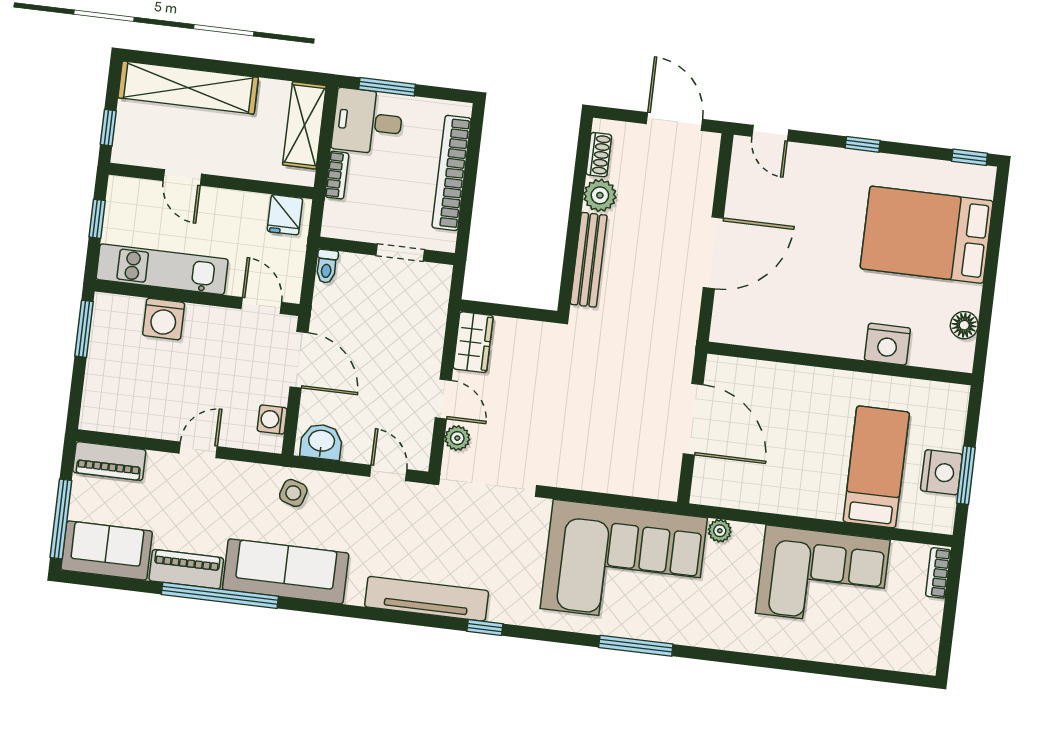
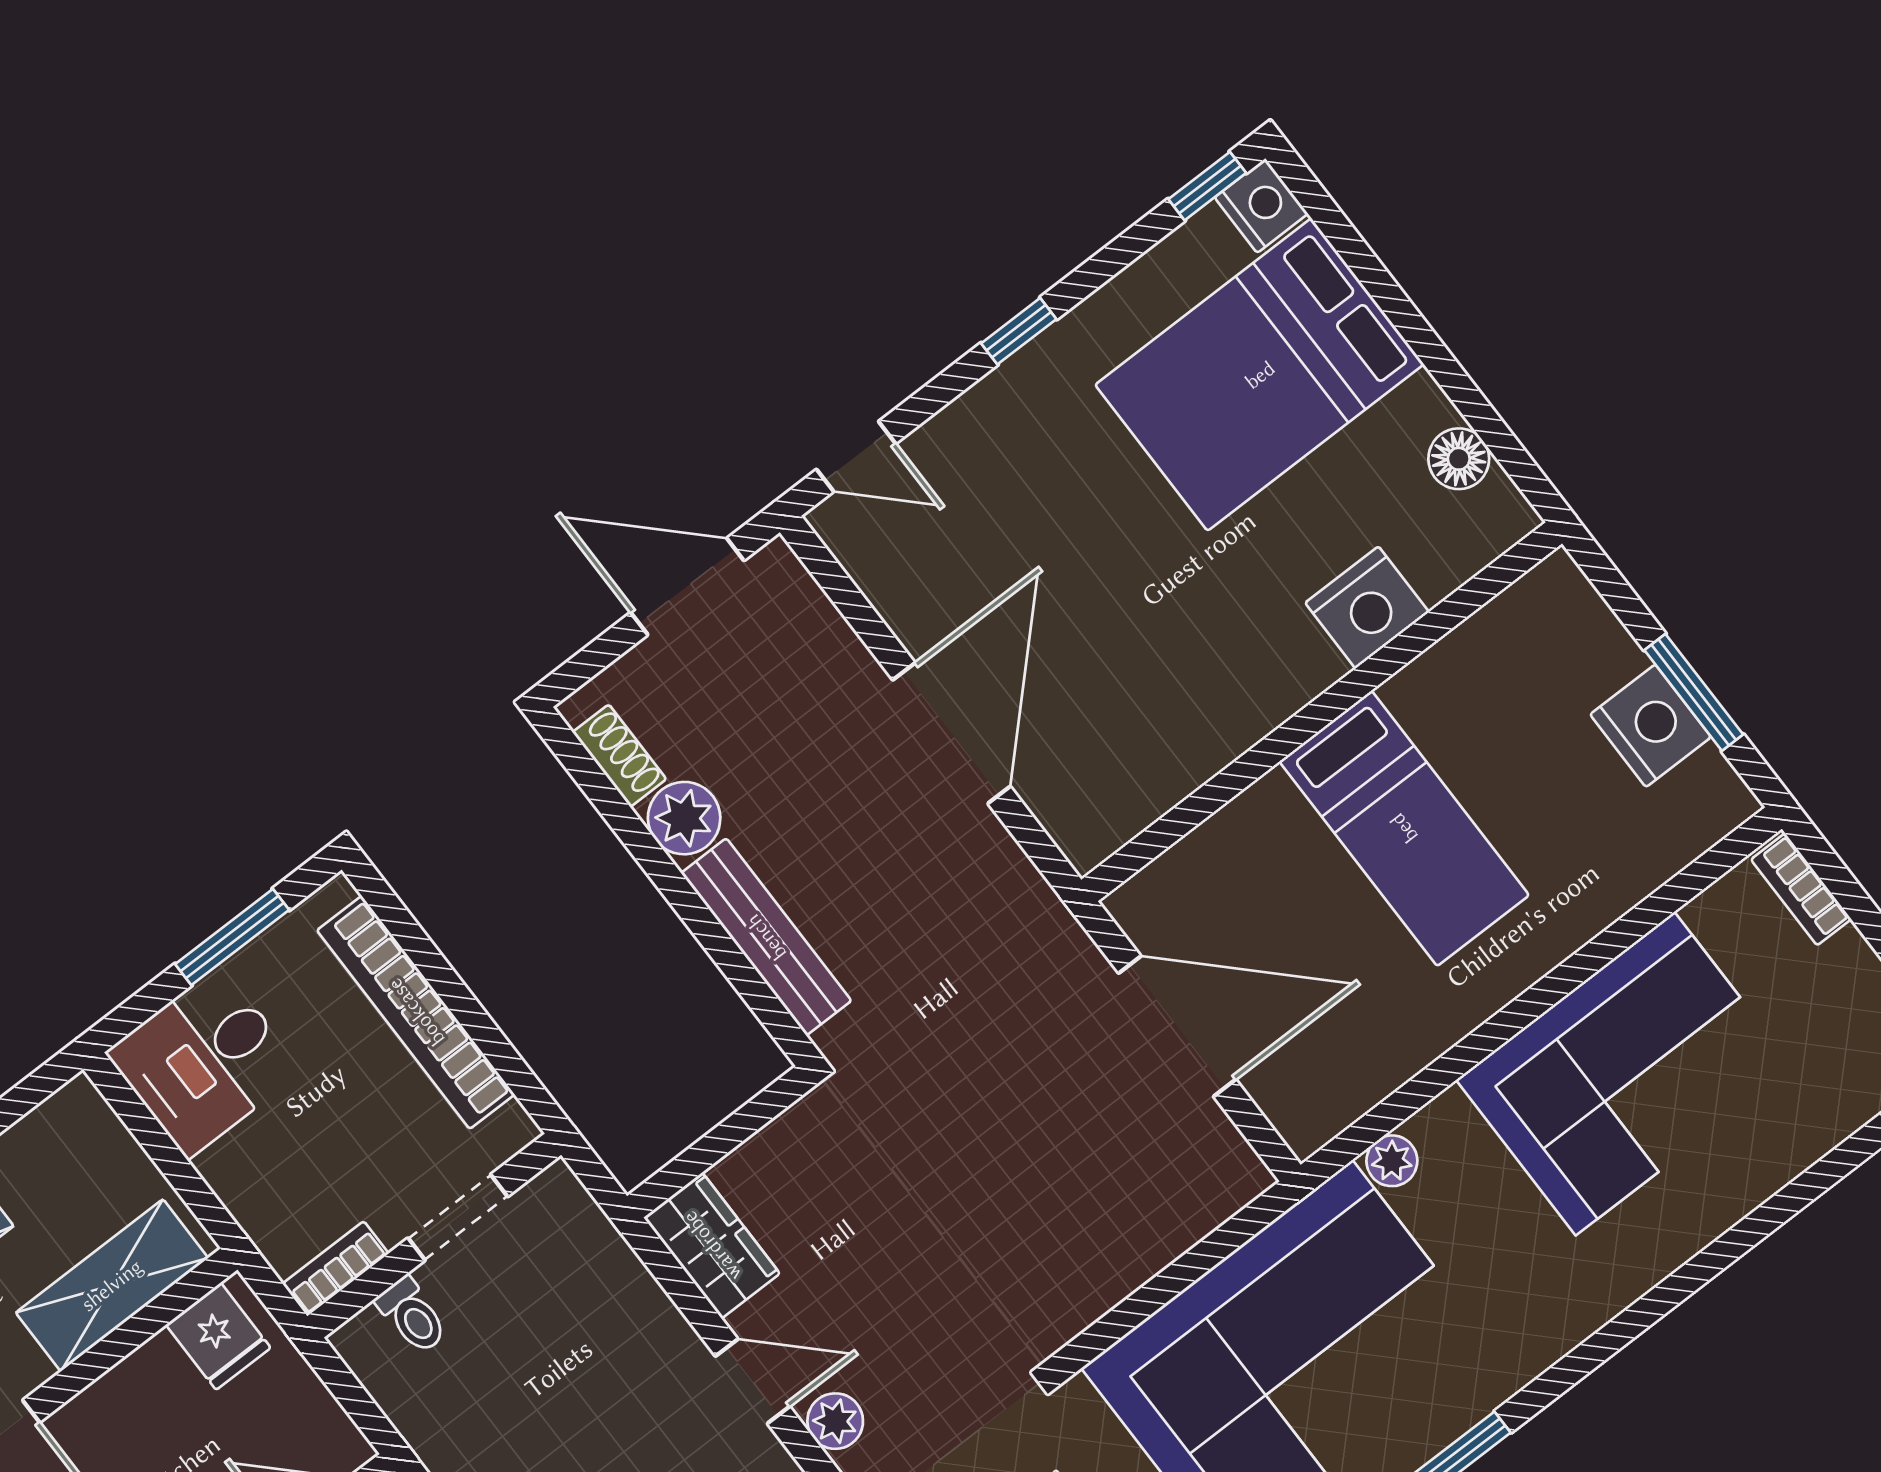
window: (387, 87) -> (232, 937), moved
shelving: (304, 125) -> (112, 1285), moved, turned 90
bookcase: (337, 175) -> (336, 1269), moved, turned -90
nightstand: (981, 181) -> (1261, 206), added
toilet: (327, 266) -> (412, 1315), moved
bed: (876, 467) -> (1404, 828), moved, turned 180

